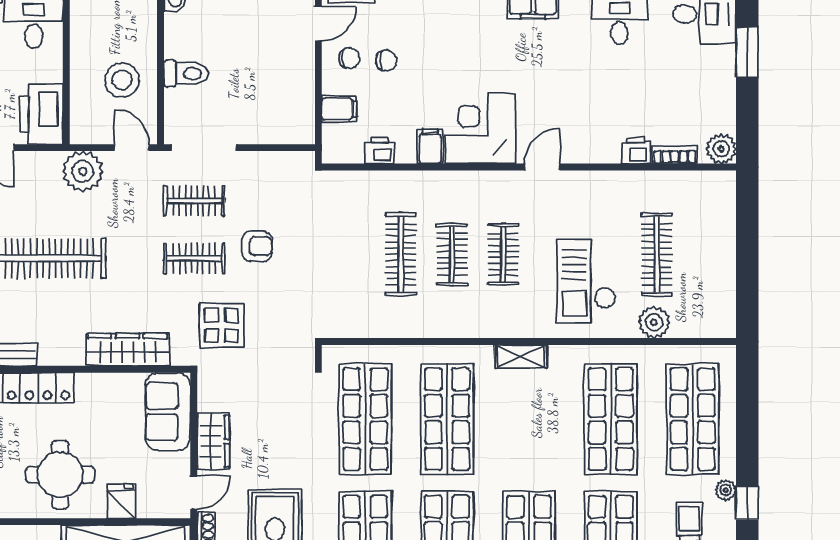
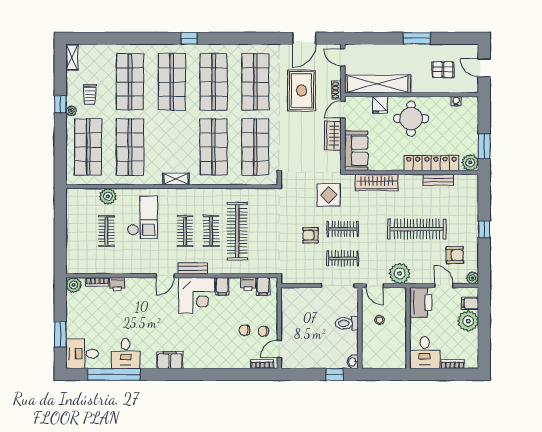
stool: (122, 80) -> (380, 320), width x0.53, depth x0.53
filing cabinet: (339, 109) -> (263, 286), moved, turned -90
bench: (488, 181) -> (193, 268), added
clothes rail: (401, 254) -> (237, 231), width x1.37, depth x1.31
clothes rail: (657, 254) -> (106, 231), width x0.73

